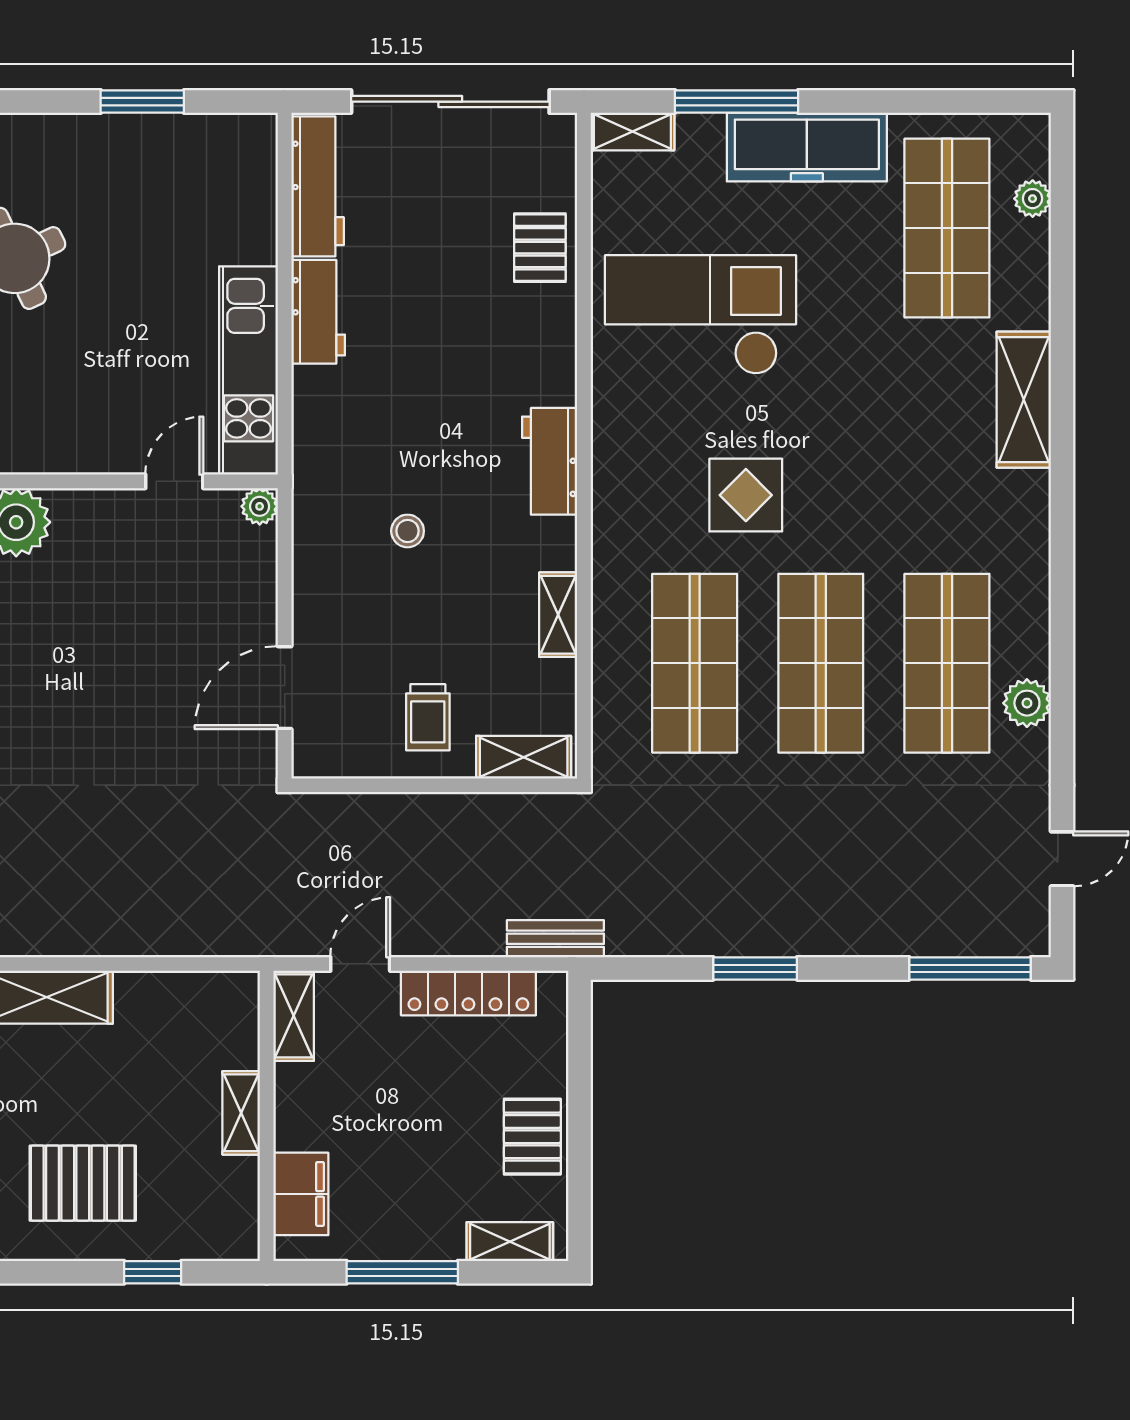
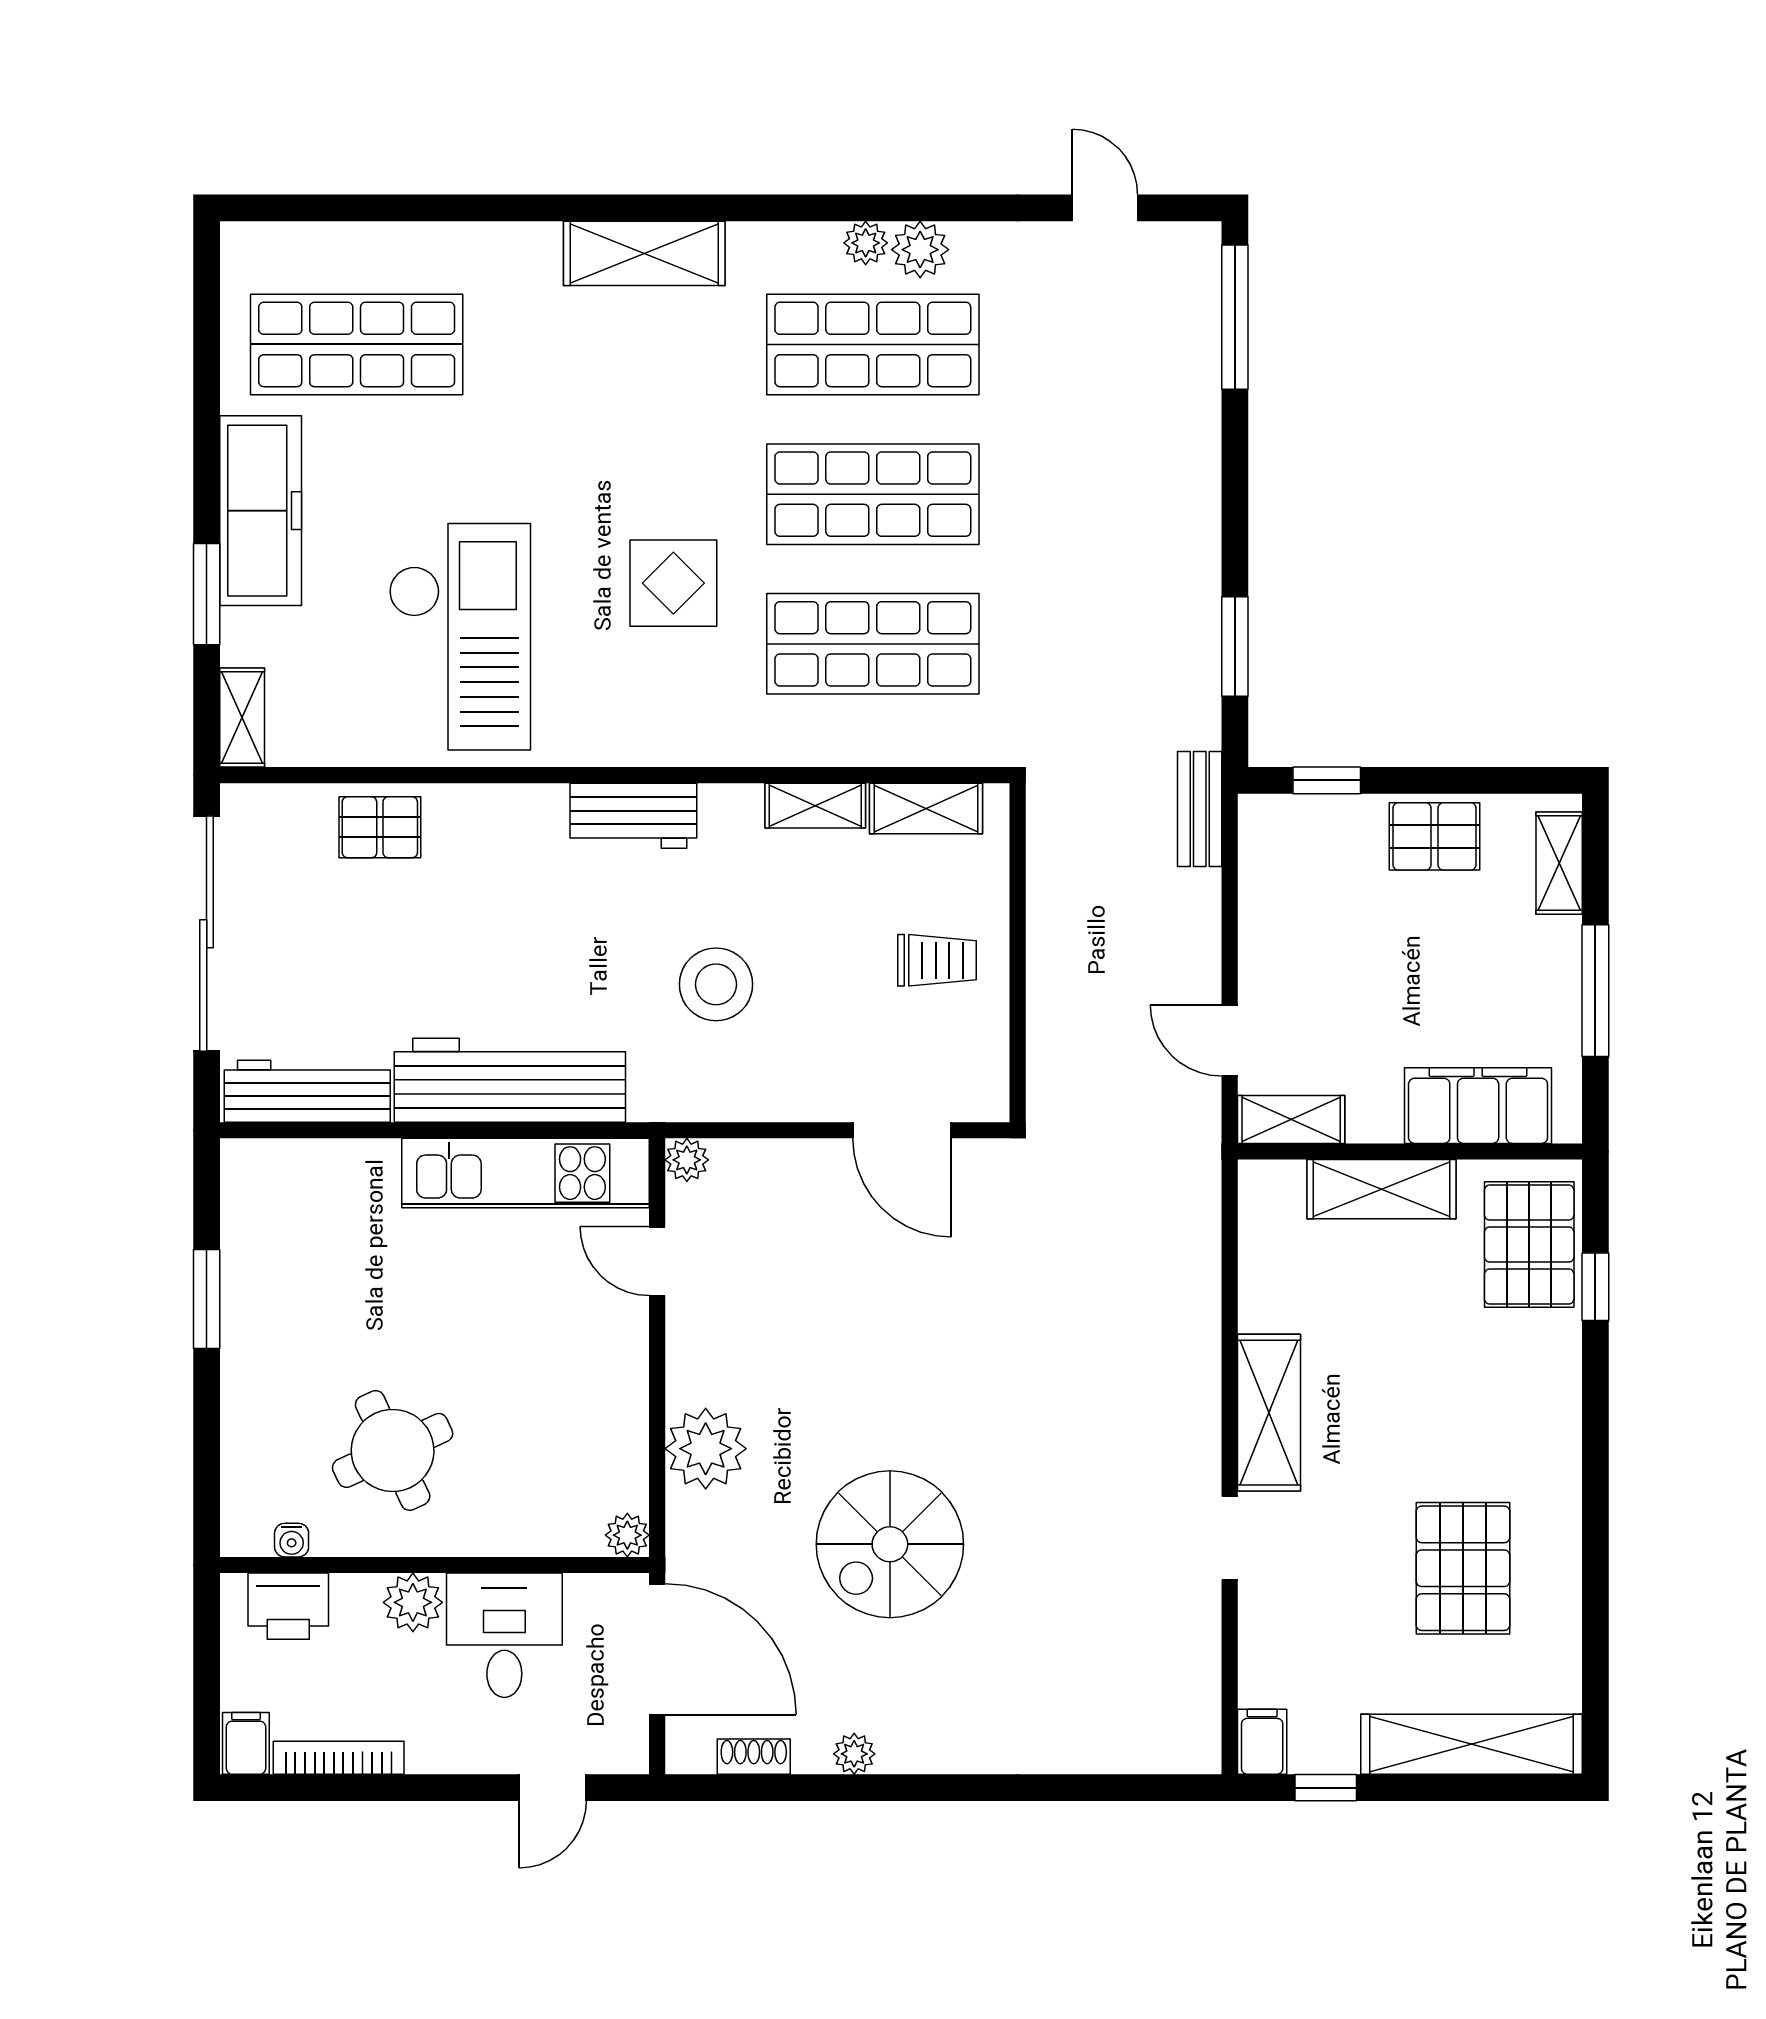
window: (737, 102) -> (207, 594), width x0.69
plant: (1033, 199) -> (866, 243), moved
workbench: (318, 312) -> (510, 1080), width x1.88, depth x1.32
checkout: (701, 315) -> (460, 637), turned 180
shelving: (1024, 400) -> (644, 253), moved
stool: (408, 531) -> (716, 984), width x1.89, depth x1.89
shelving: (524, 757) -> (926, 808), moved, turned 90
window: (755, 968) -> (1235, 646), moved
locker: (468, 993) -> (1264, 912), removed
window: (579, 1046) -> (1327, 780), added
shelving: (241, 1113) -> (1382, 1189), width x1.50, depth x1.33
pallet: (83, 1183) -> (1529, 1245), moved
filing cabinet: (301, 1194) -> (1478, 1106), width x1.50, depth x1.17

